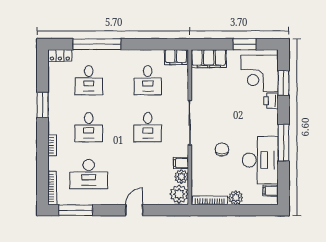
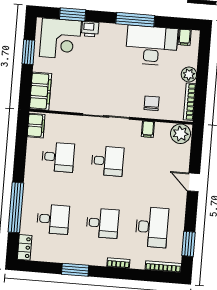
chair: (222, 149) -> (152, 103), moved, turned 90
plant: (181, 177) -> (162, 130), removed
window: (76, 210) -> (189, 244), width x0.69

